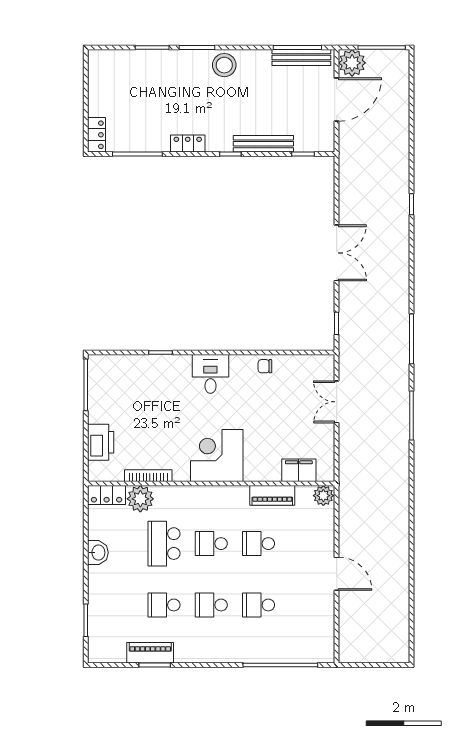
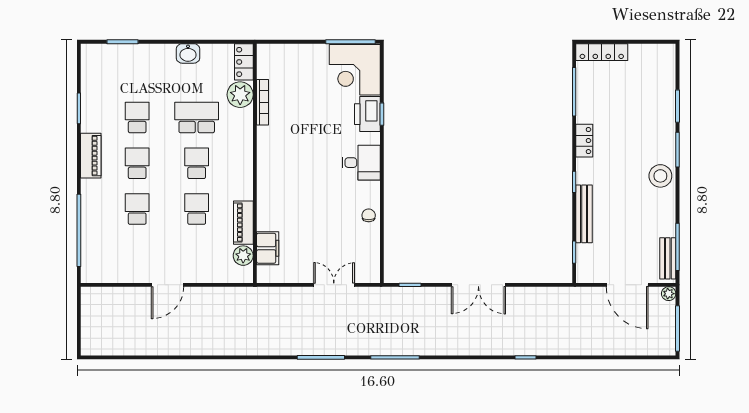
bench: (301, 57) -> (668, 258), width x0.73
plant: (352, 63) -> (669, 294), width x0.53, depth x0.53
locker: (96, 135) -> (602, 52), width x1.53
printer: (101, 442) -> (367, 114), moved, turned 90
corner desk: (217, 455) -> (355, 70), moved, turned 180
plant: (323, 496) -> (243, 256), moved
piano: (150, 653) -> (91, 156), moved

